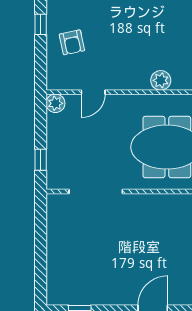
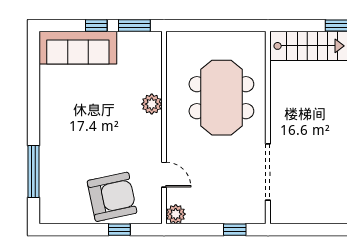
window: (41, 24) -> (119, 230), moved
armchair: (72, 42) -> (112, 197), width x1.88, depth x1.88

